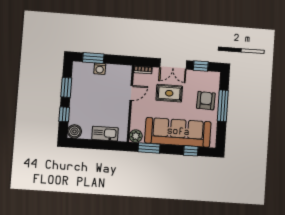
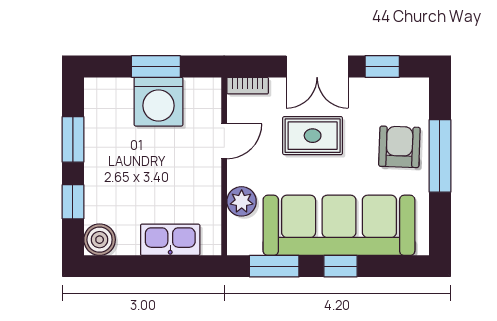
window: (93, 58) -> (156, 66), moved
washing machine: (100, 69) -> (159, 102), width x1.89, depth x1.89
plant: (136, 136) -> (242, 201), moved
window: (191, 151) -> (340, 266), moved

